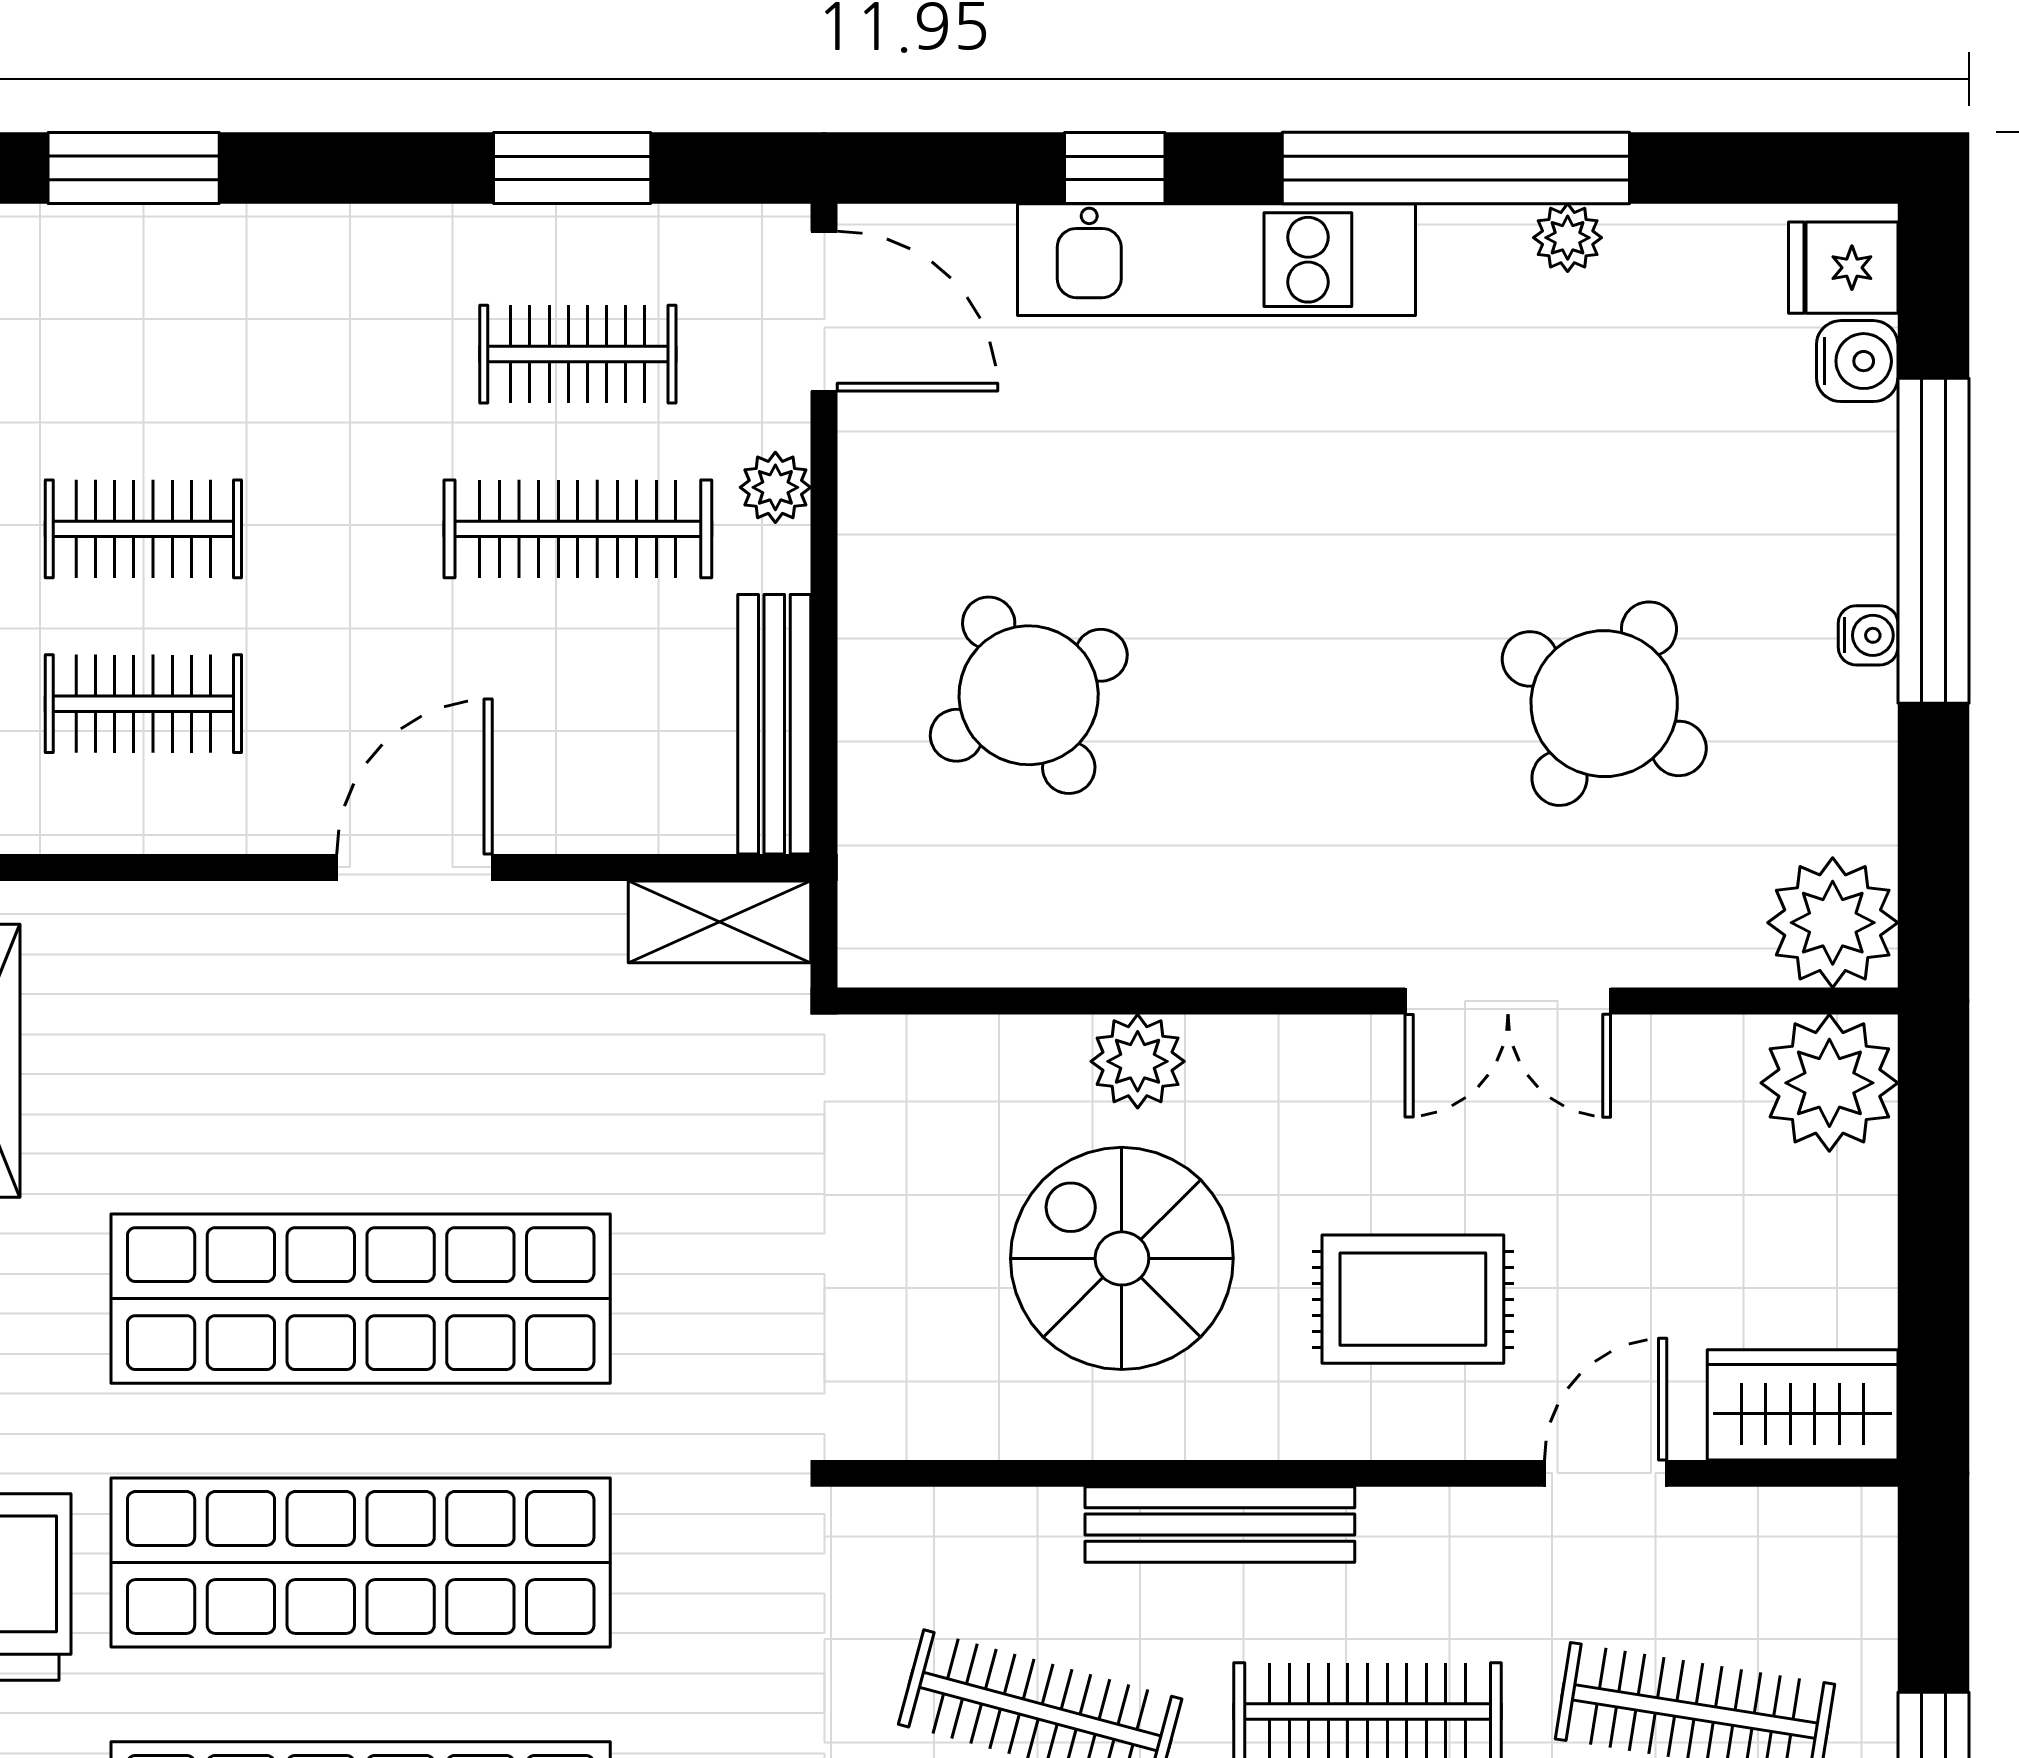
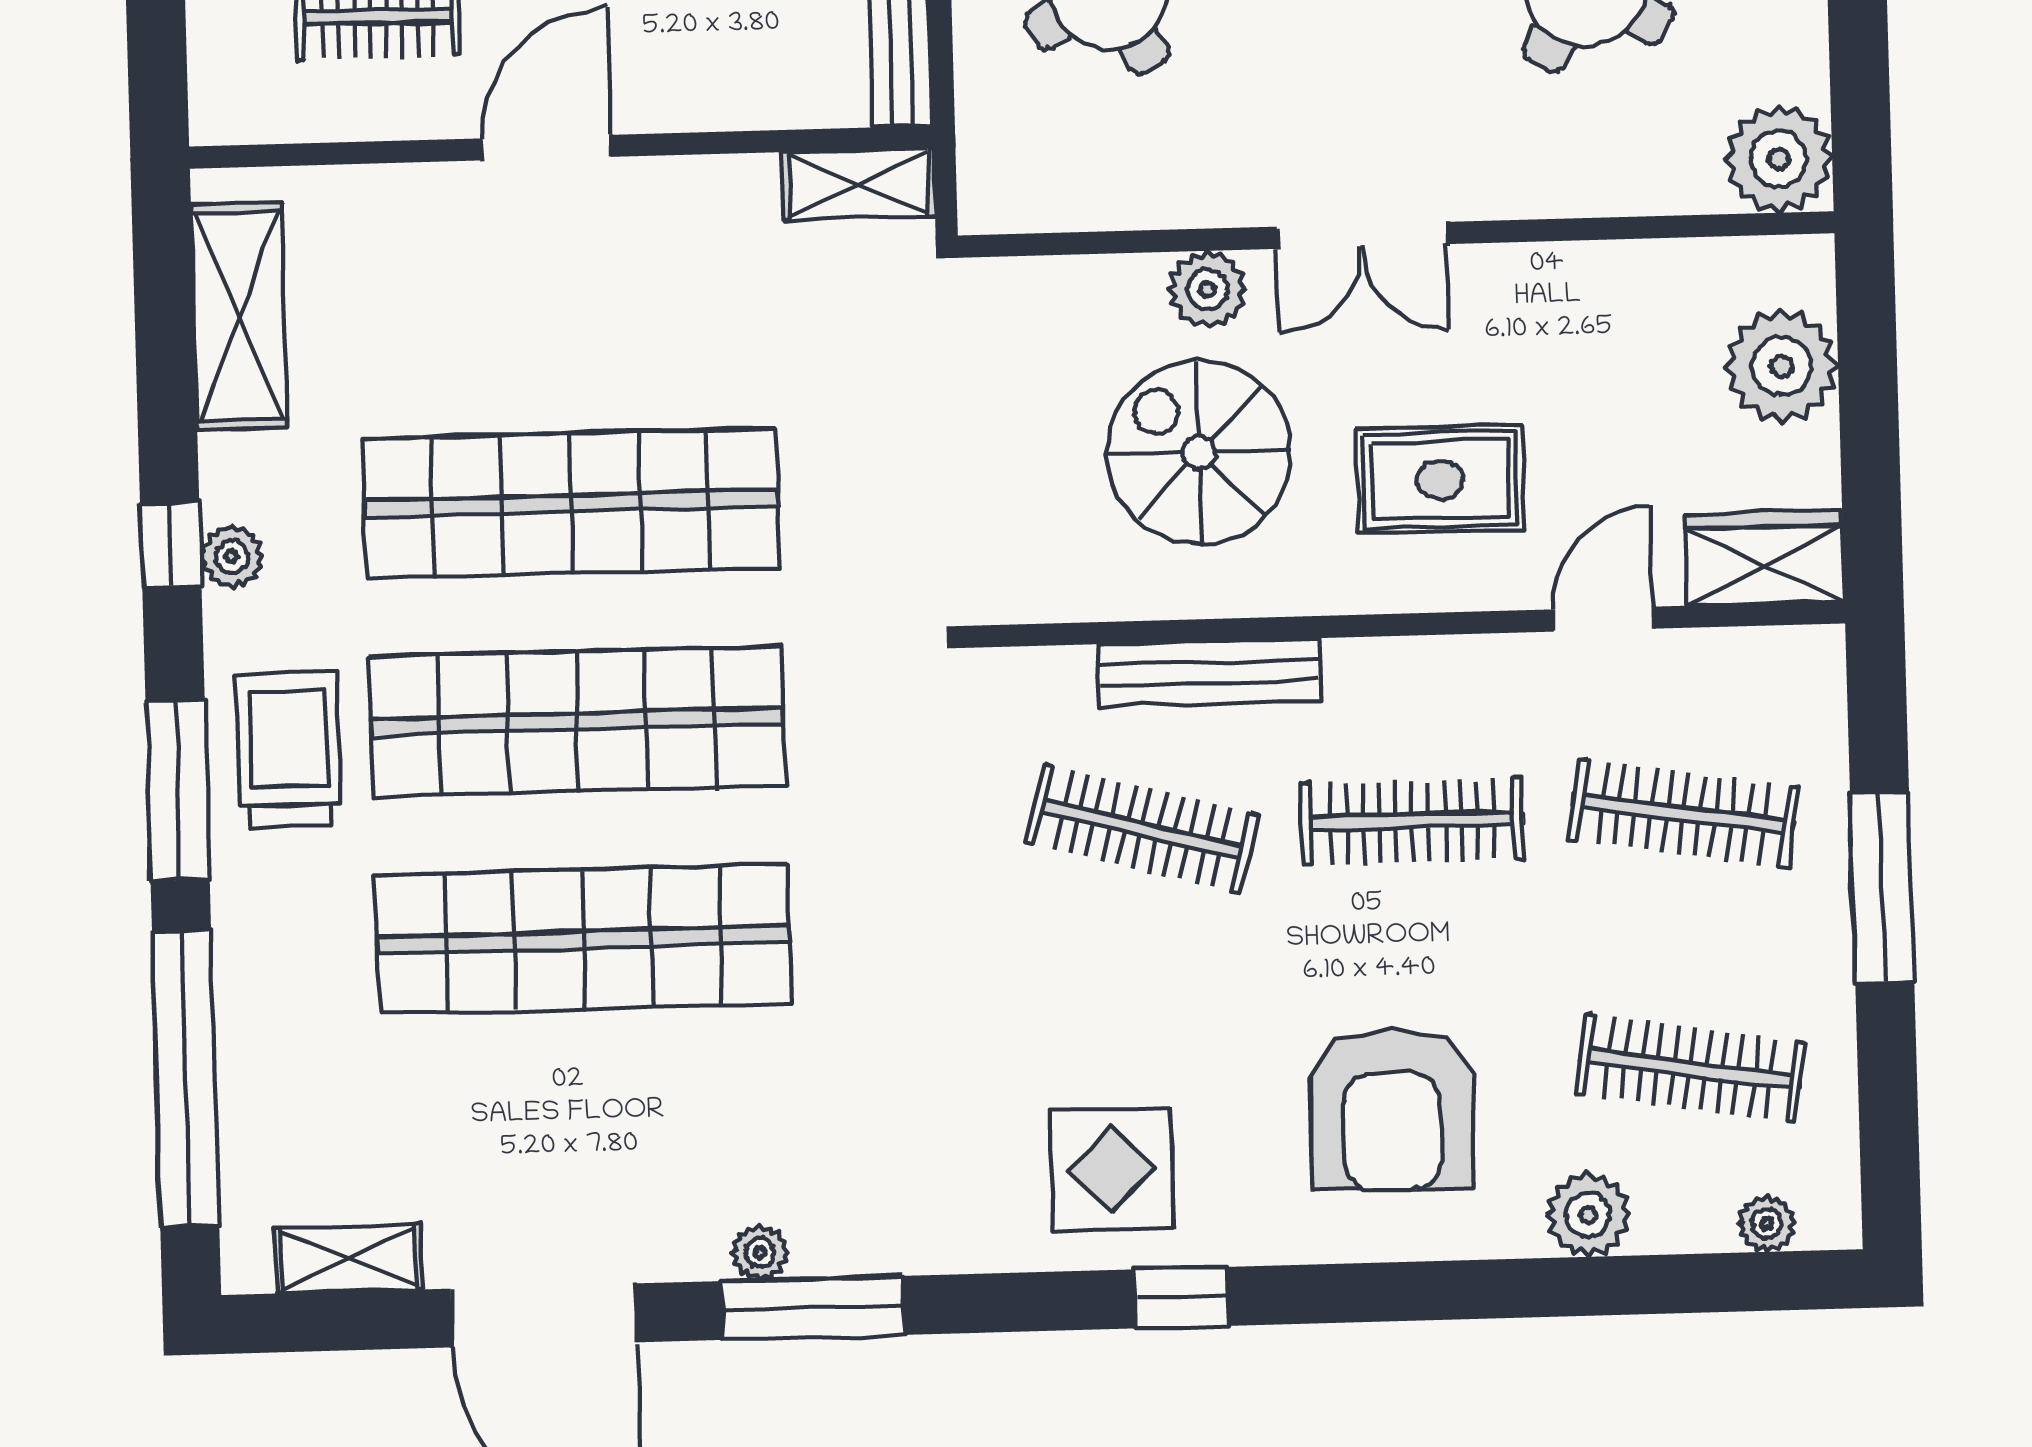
door: (415, 867) -> (547, 148), moved
double door: (1508, 1001) -> (1362, 235), moved
plant: (1829, 1083) -> (1782, 366), moved
bench: (1220, 1525) -> (1209, 672), moved

